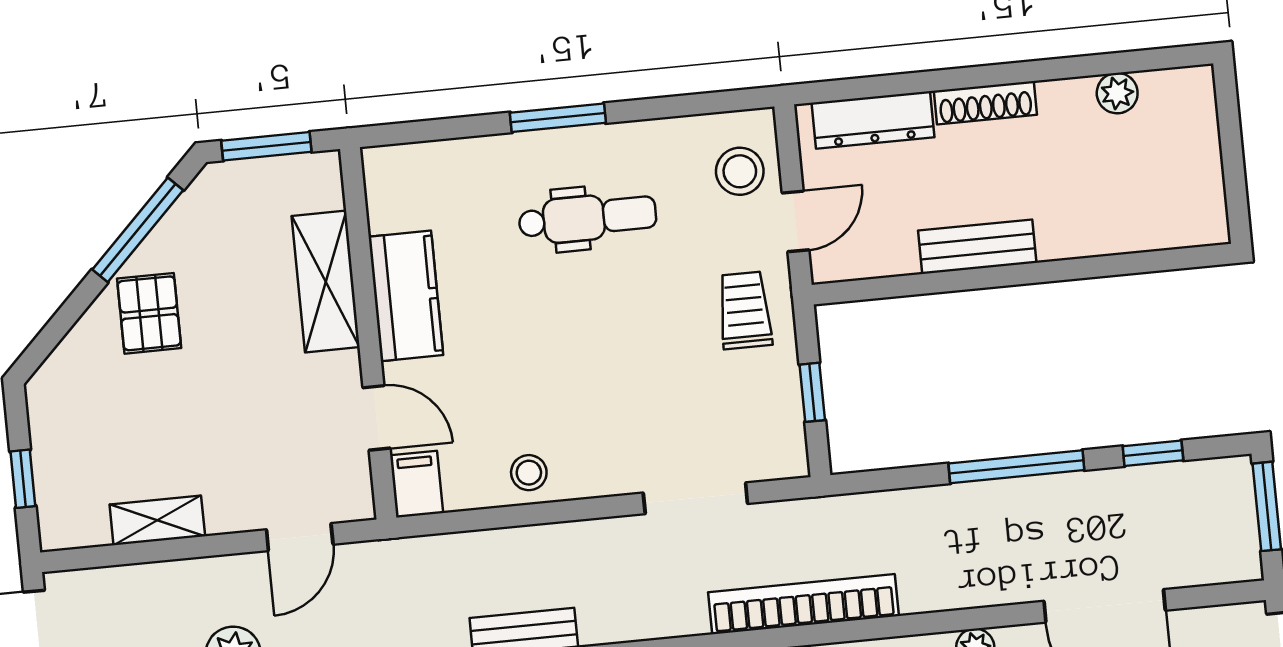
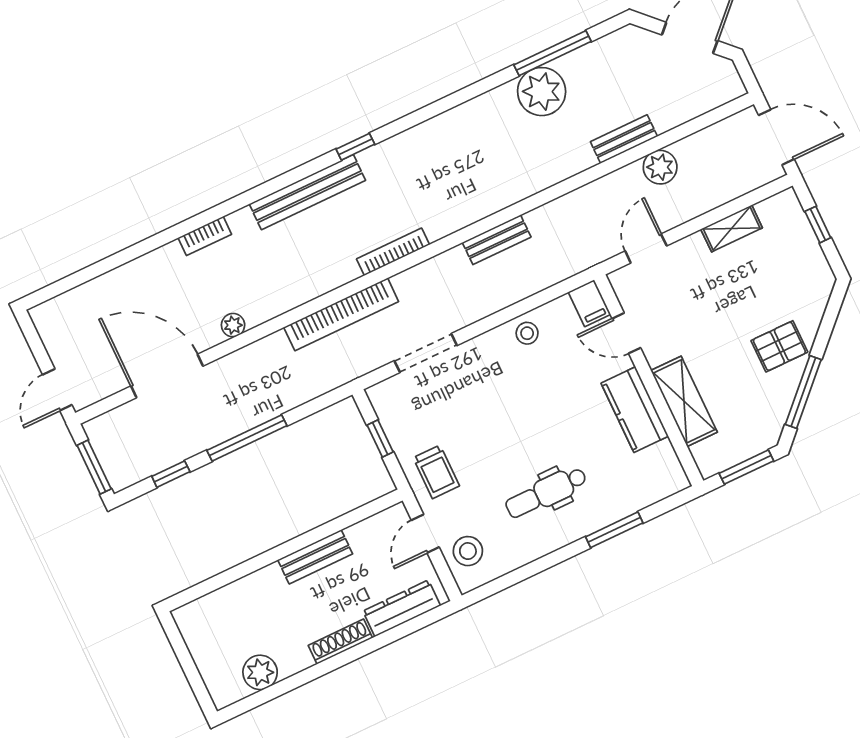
plant: (1117, 93) -> (260, 672), width x1.38, depth x1.38
window: (558, 118) -> (614, 530), moved
pallet: (149, 313) -> (779, 346), turned 90

